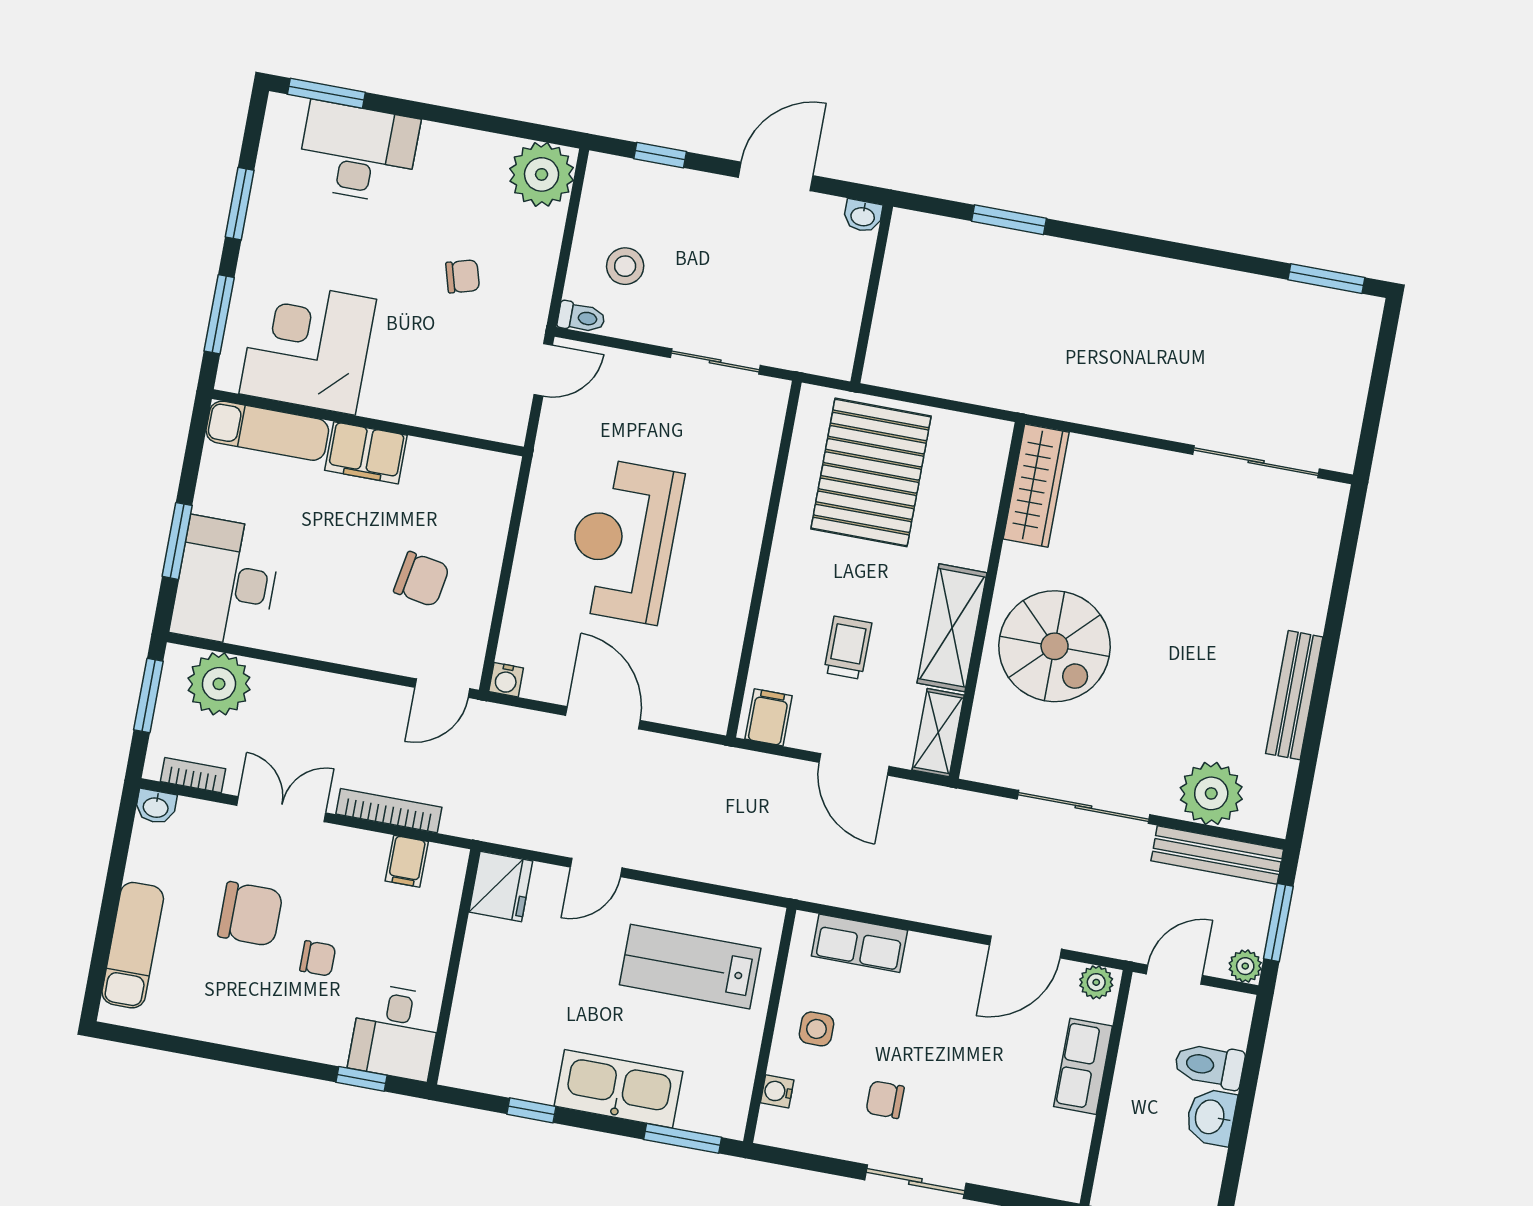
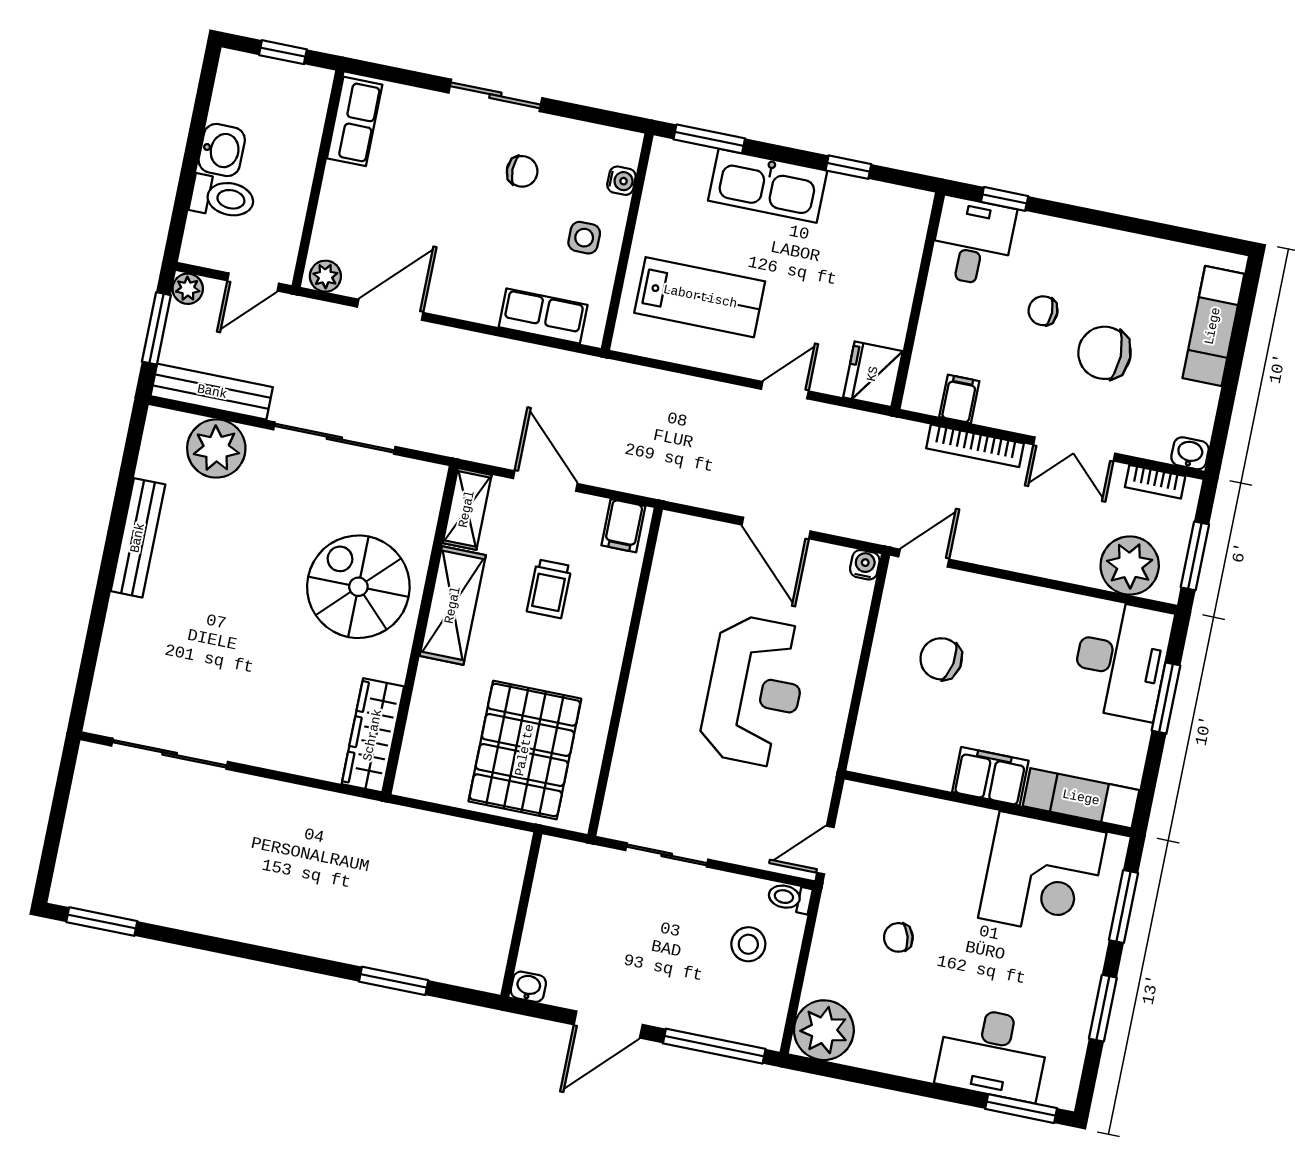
window: (660, 155) -> (714, 1046), width x2.17
row of seats: (1083, 1066) -> (355, 121), moved

